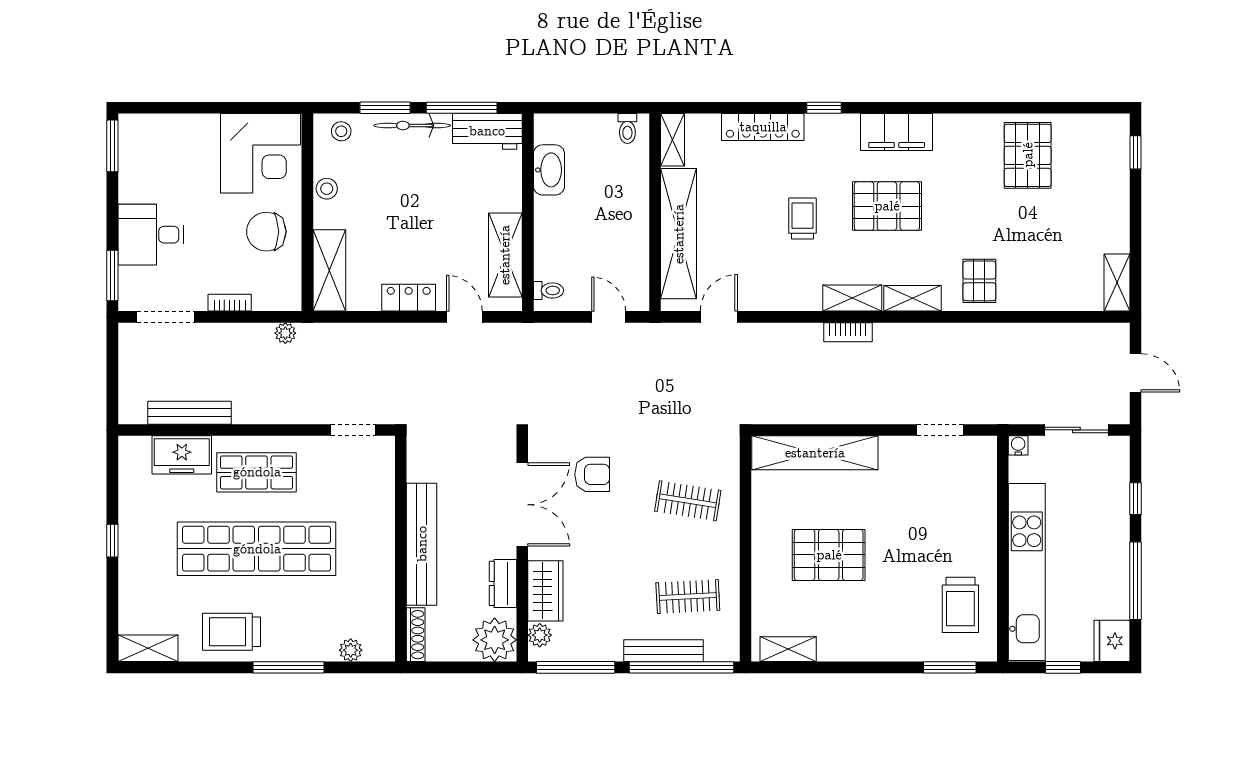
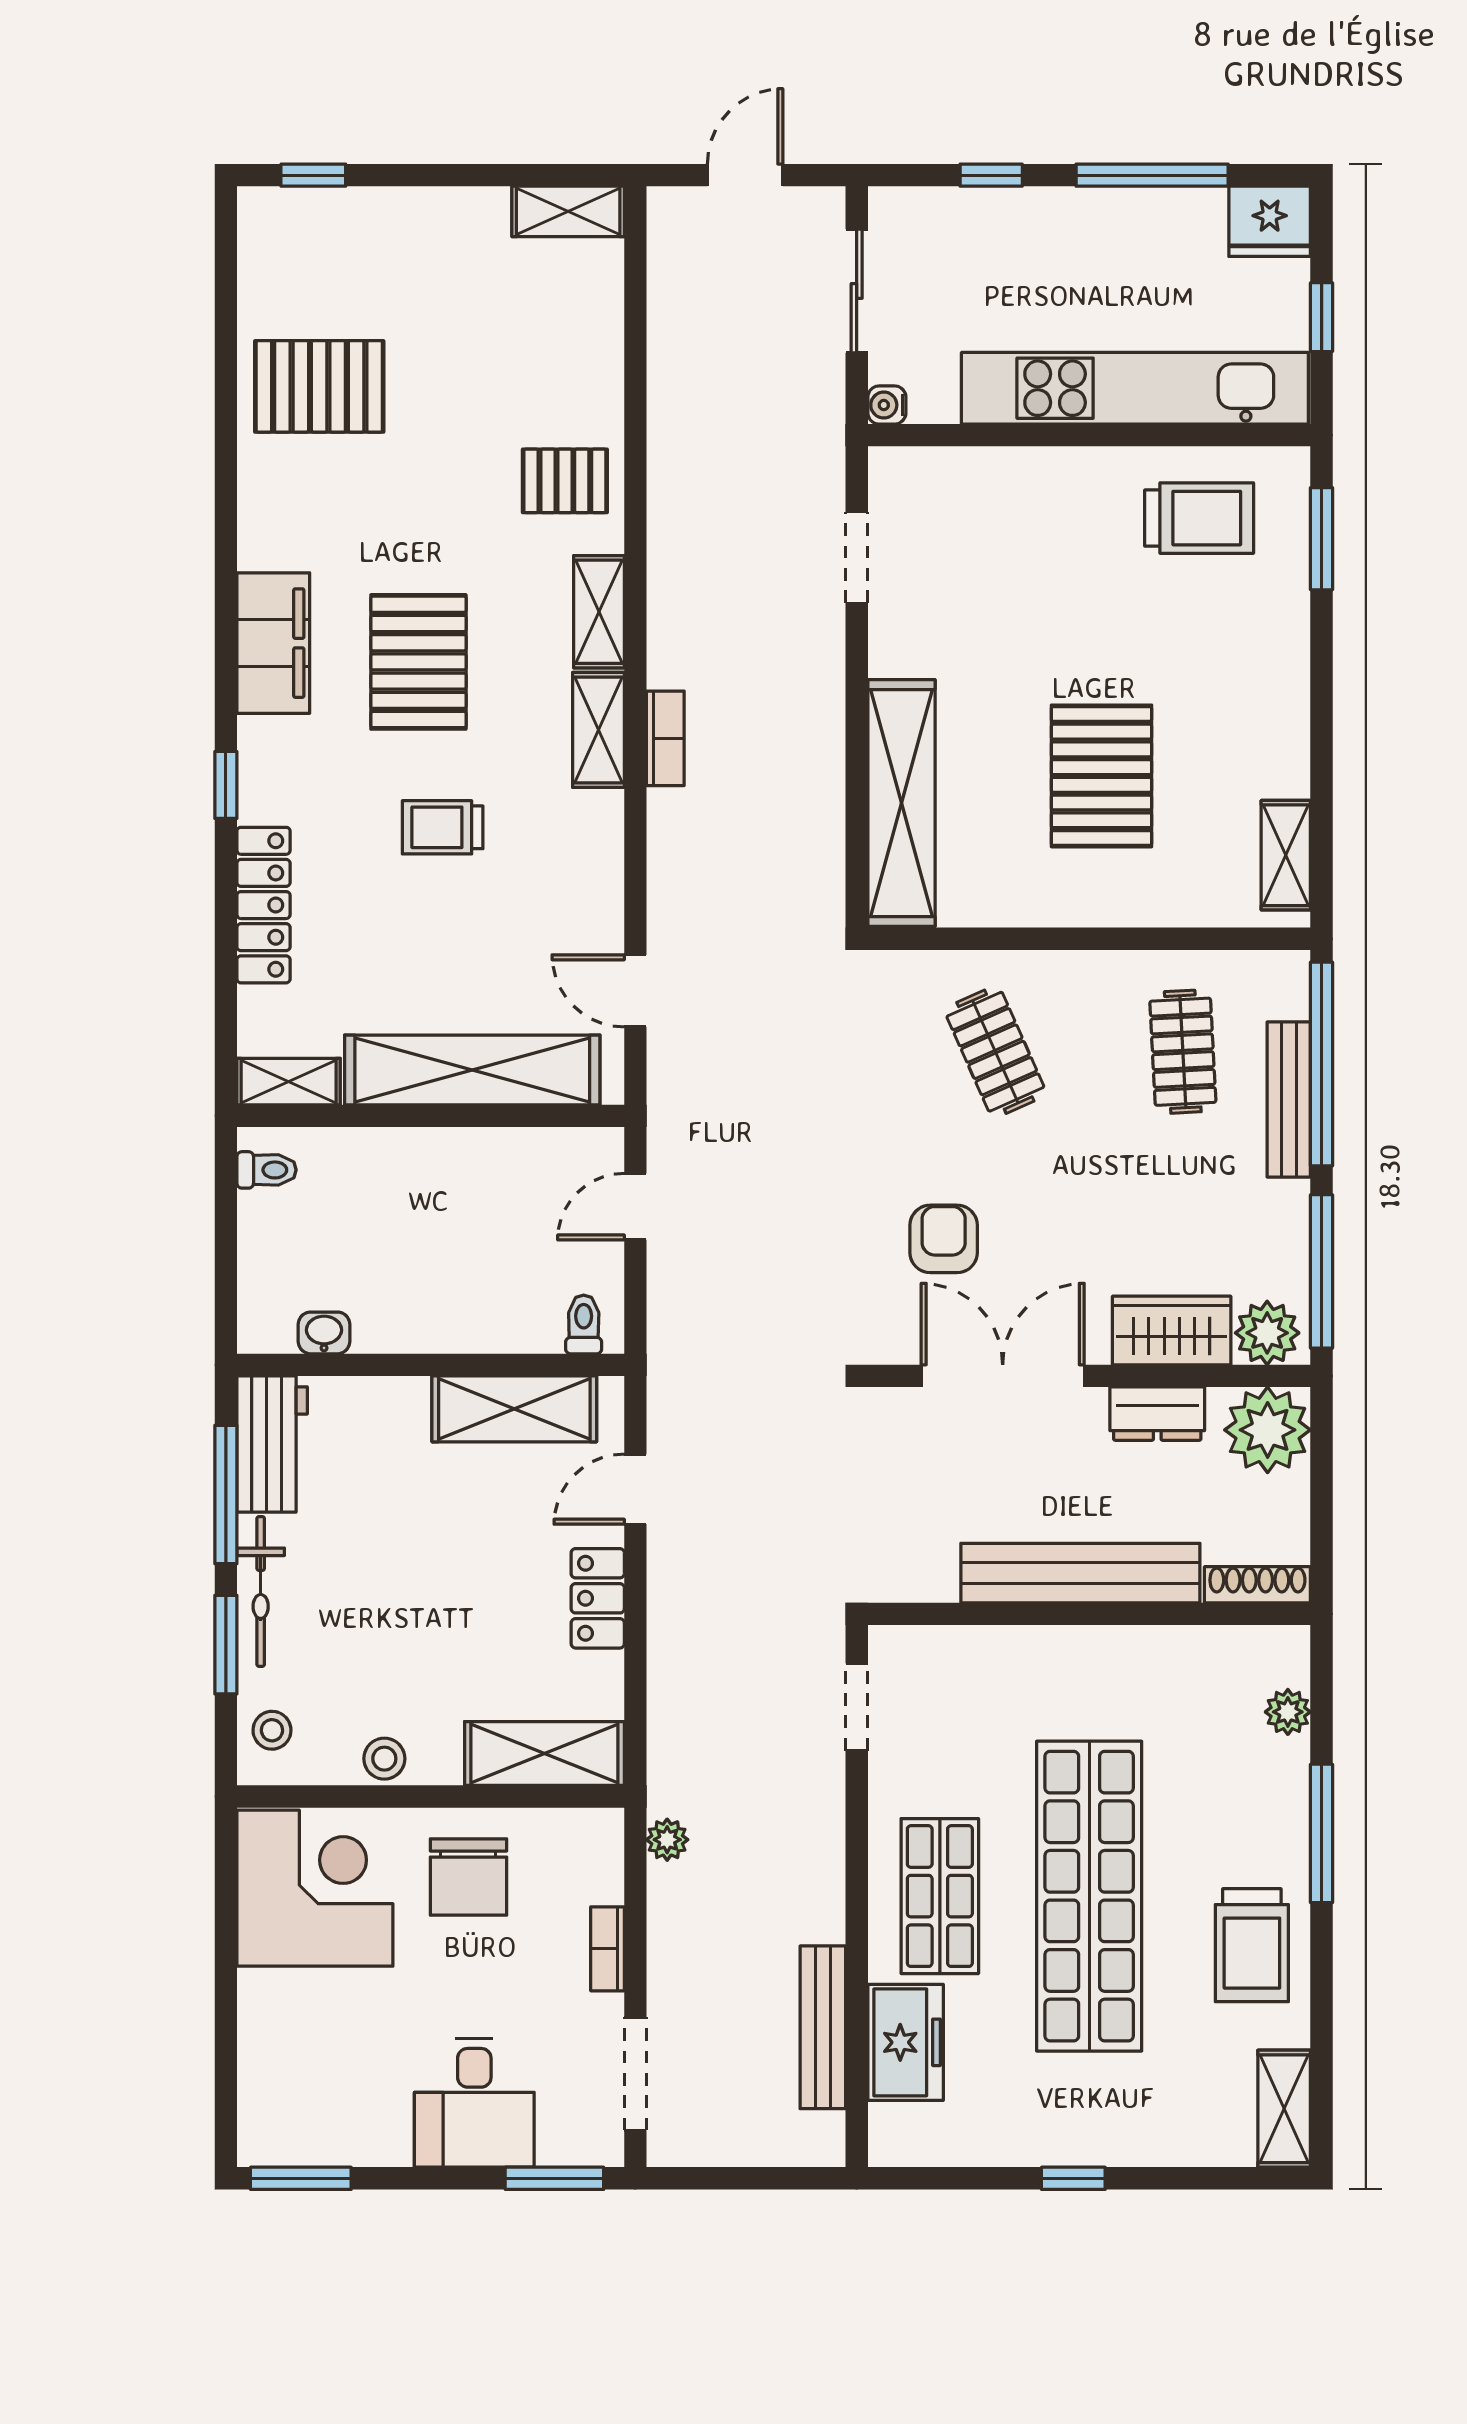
washbasin: (549, 170) -> (324, 1333), width x0.52, depth x0.69
clothes rail: (688, 501) -> (995, 1052), turned -33
plant: (540, 635) -> (1267, 1333), width x1.38, depth x1.38

